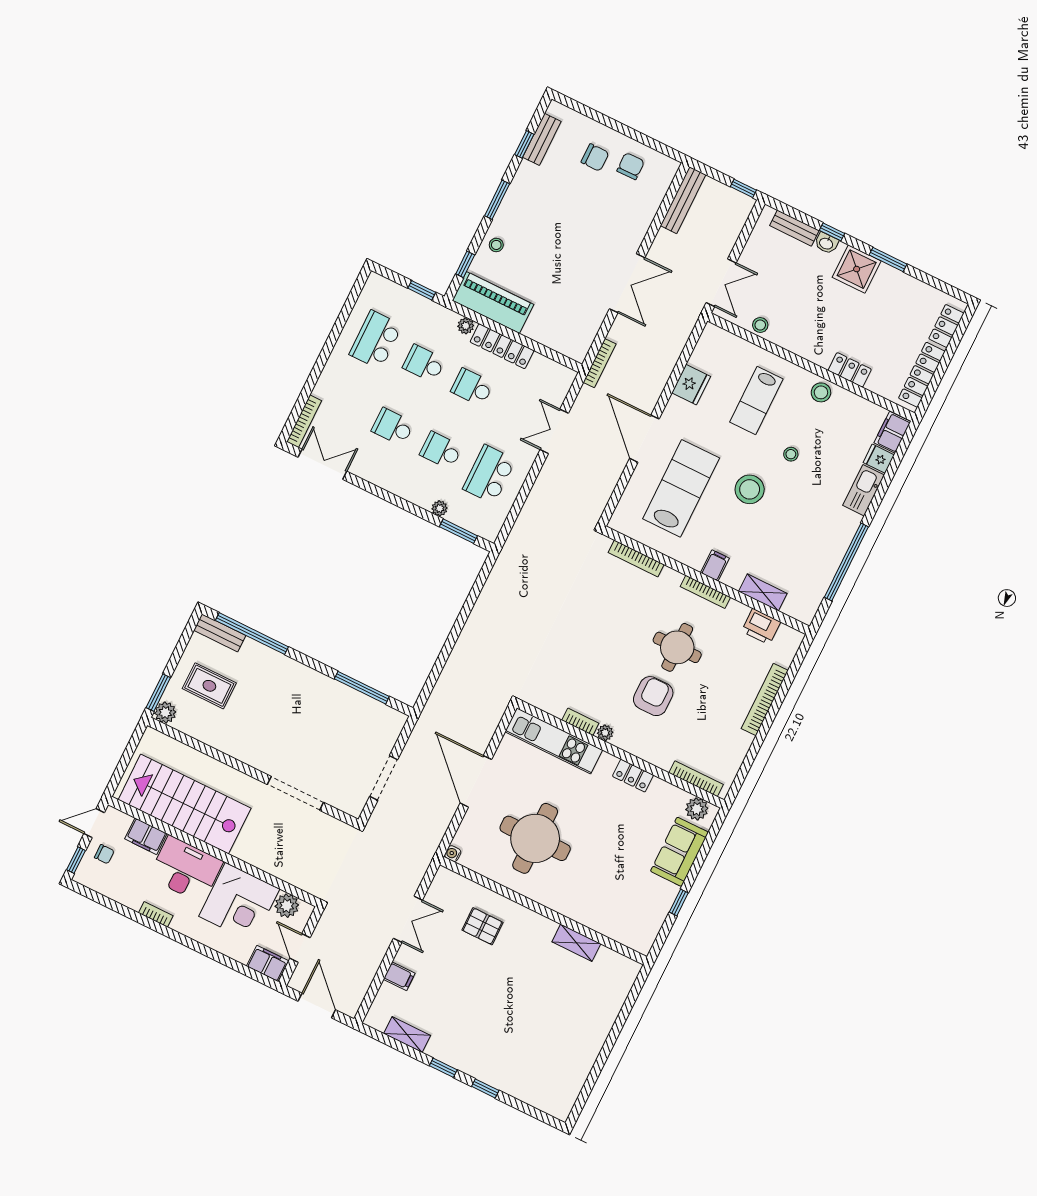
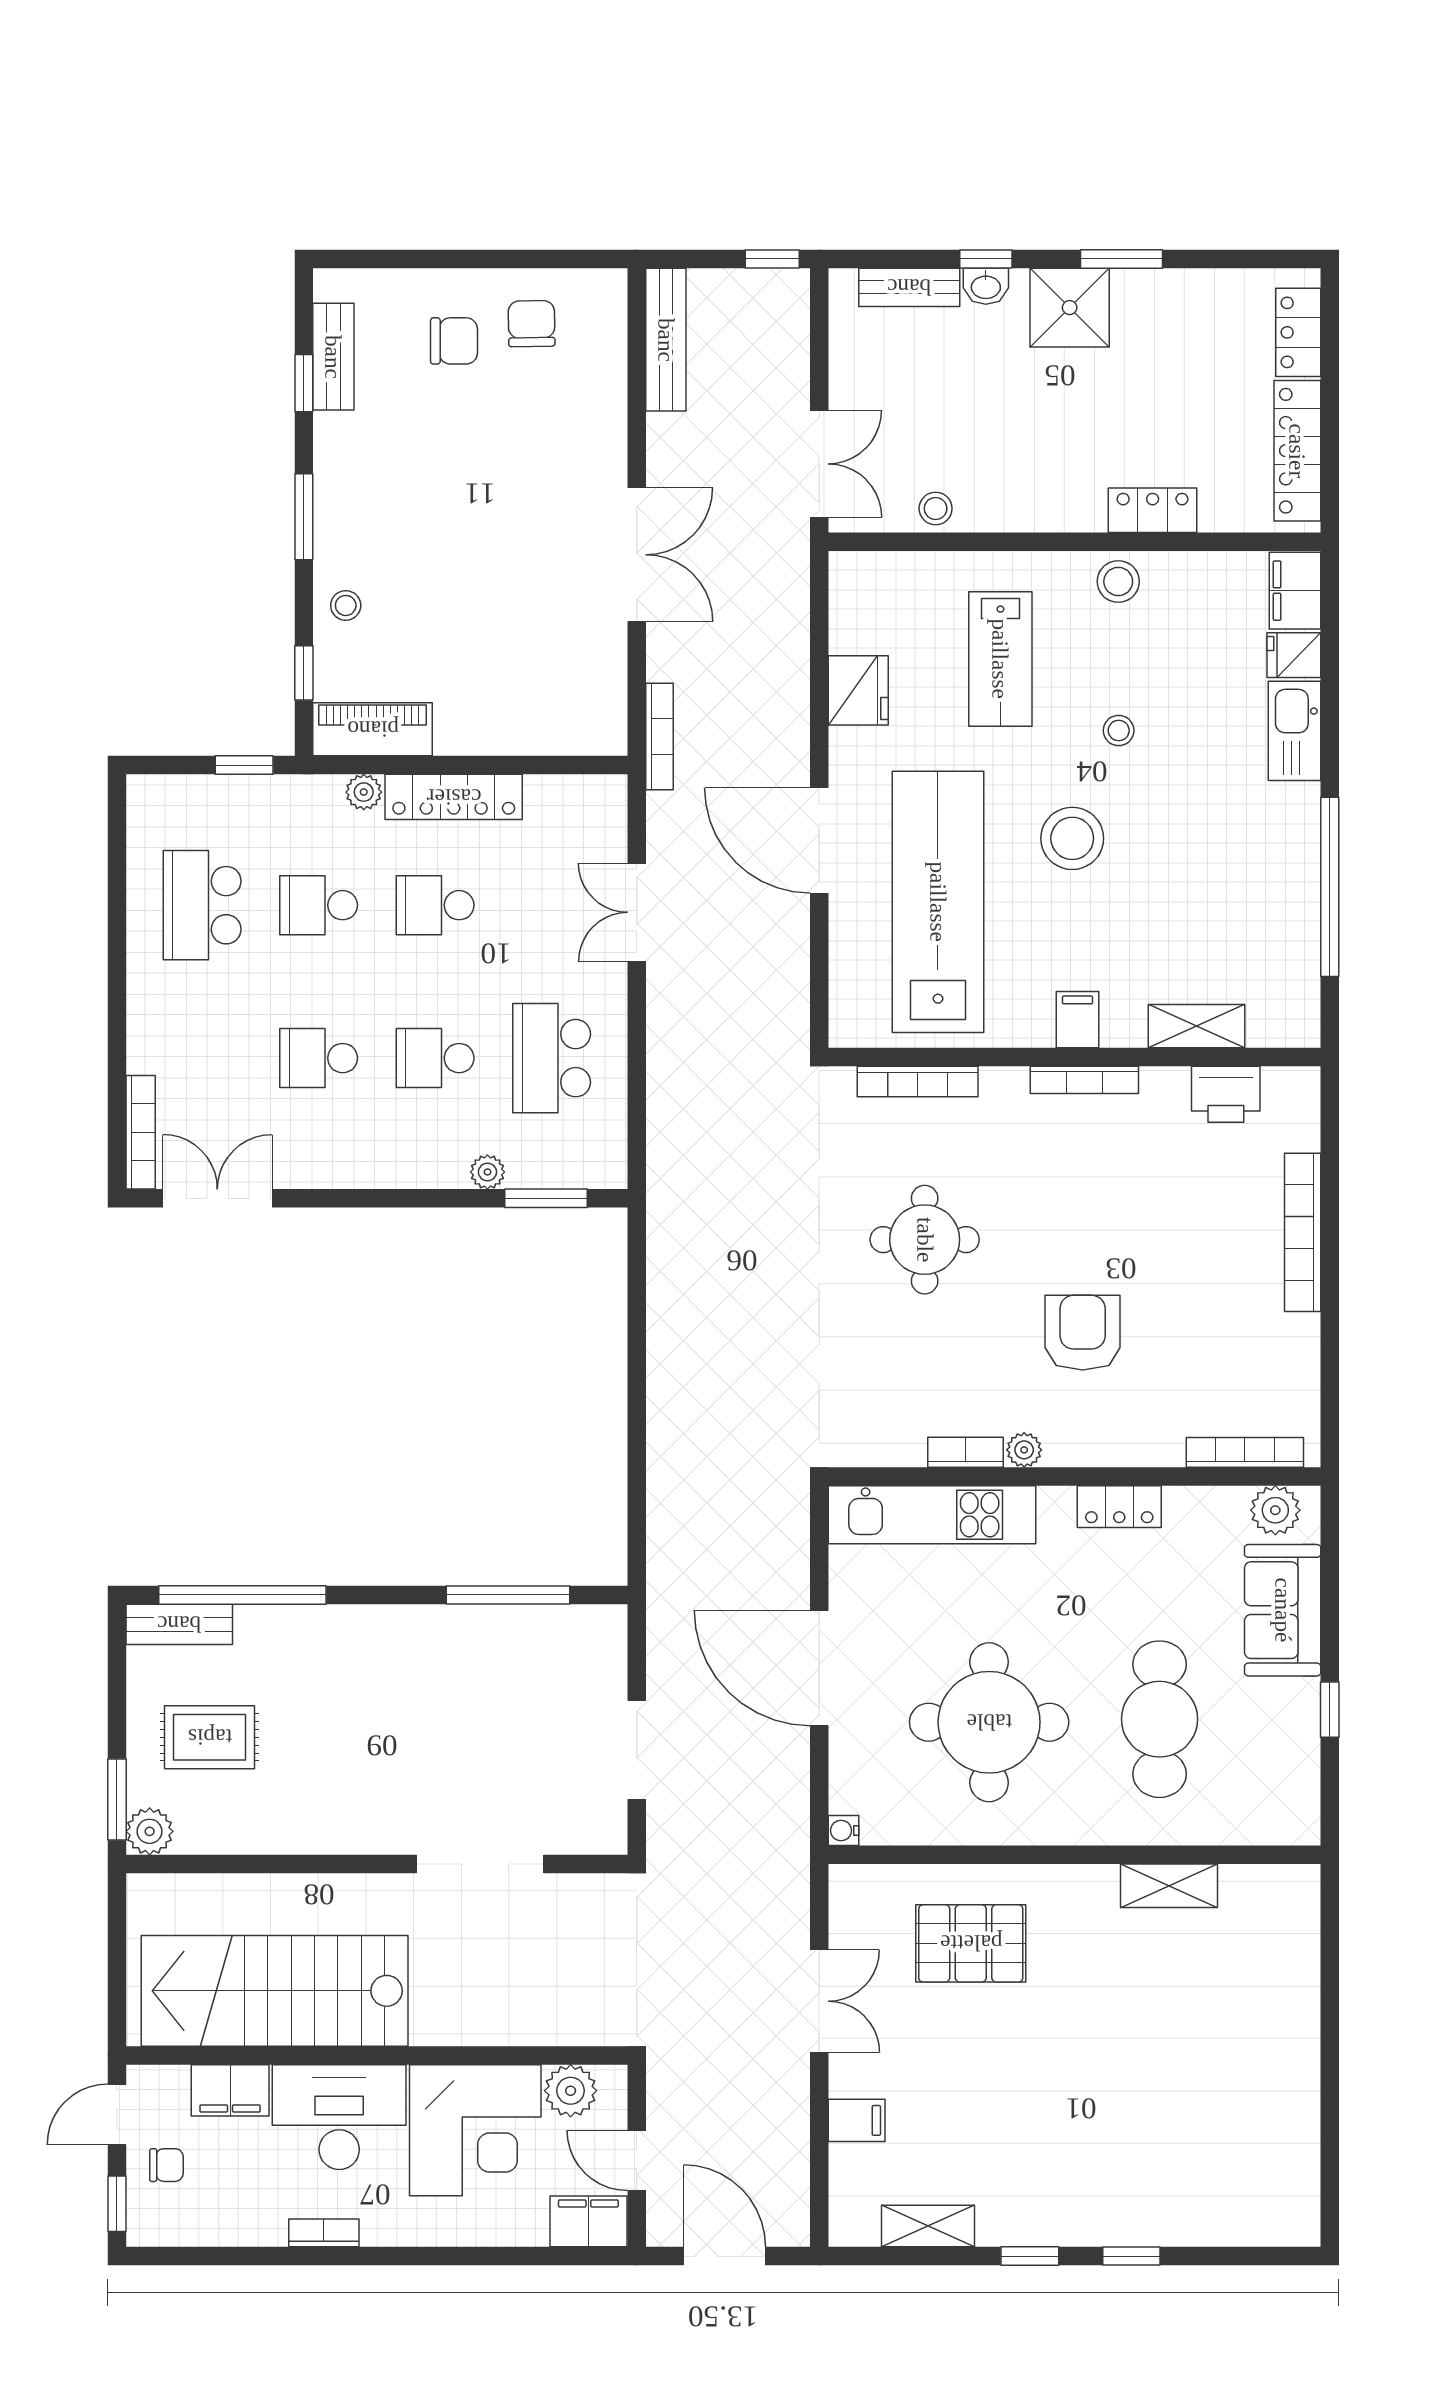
piano: (493, 303) -> (373, 729), width x0.73, depth x0.75
lab bench: (681, 488) -> (938, 902), width x1.36
round table: (677, 647) -> (925, 1240), moved
cafe table: (606, 872) -> (1160, 1719), added
pallet: (482, 926) -> (971, 1943), width x1.50, depth x1.42

